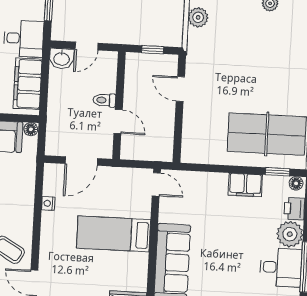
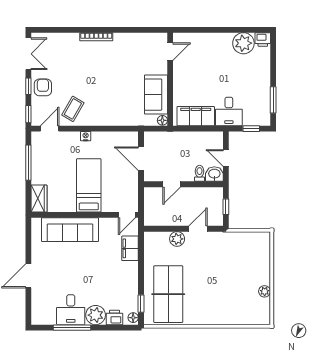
plant: (198, 17) -> (177, 239), moved
washbasin: (62, 59) -> (214, 174), moved, turned 90
toilet: (104, 100) -> (199, 173), moved
filing cabinet: (245, 185) -> (130, 248), moved
nightstand: (48, 203) -> (86, 136), moved

